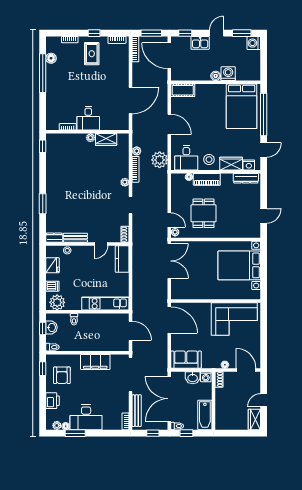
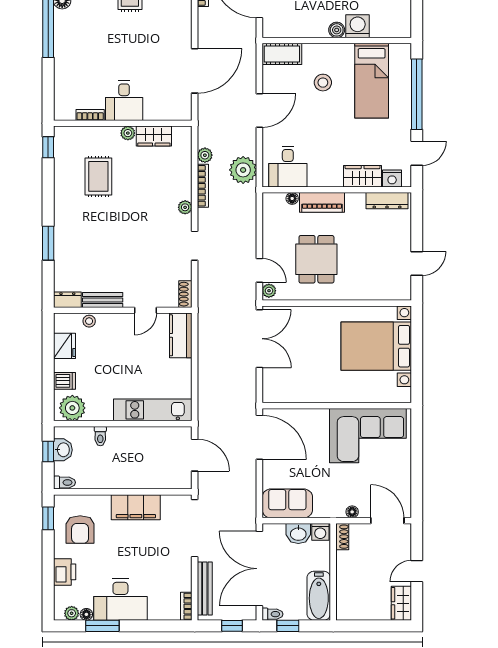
bed: (242, 106) -> (372, 81), width x0.67
door: (169, 124) -> (259, 111), hinge flipped
stool: (209, 159) -> (323, 83), moved
rug: (73, 164) -> (98, 176), added

